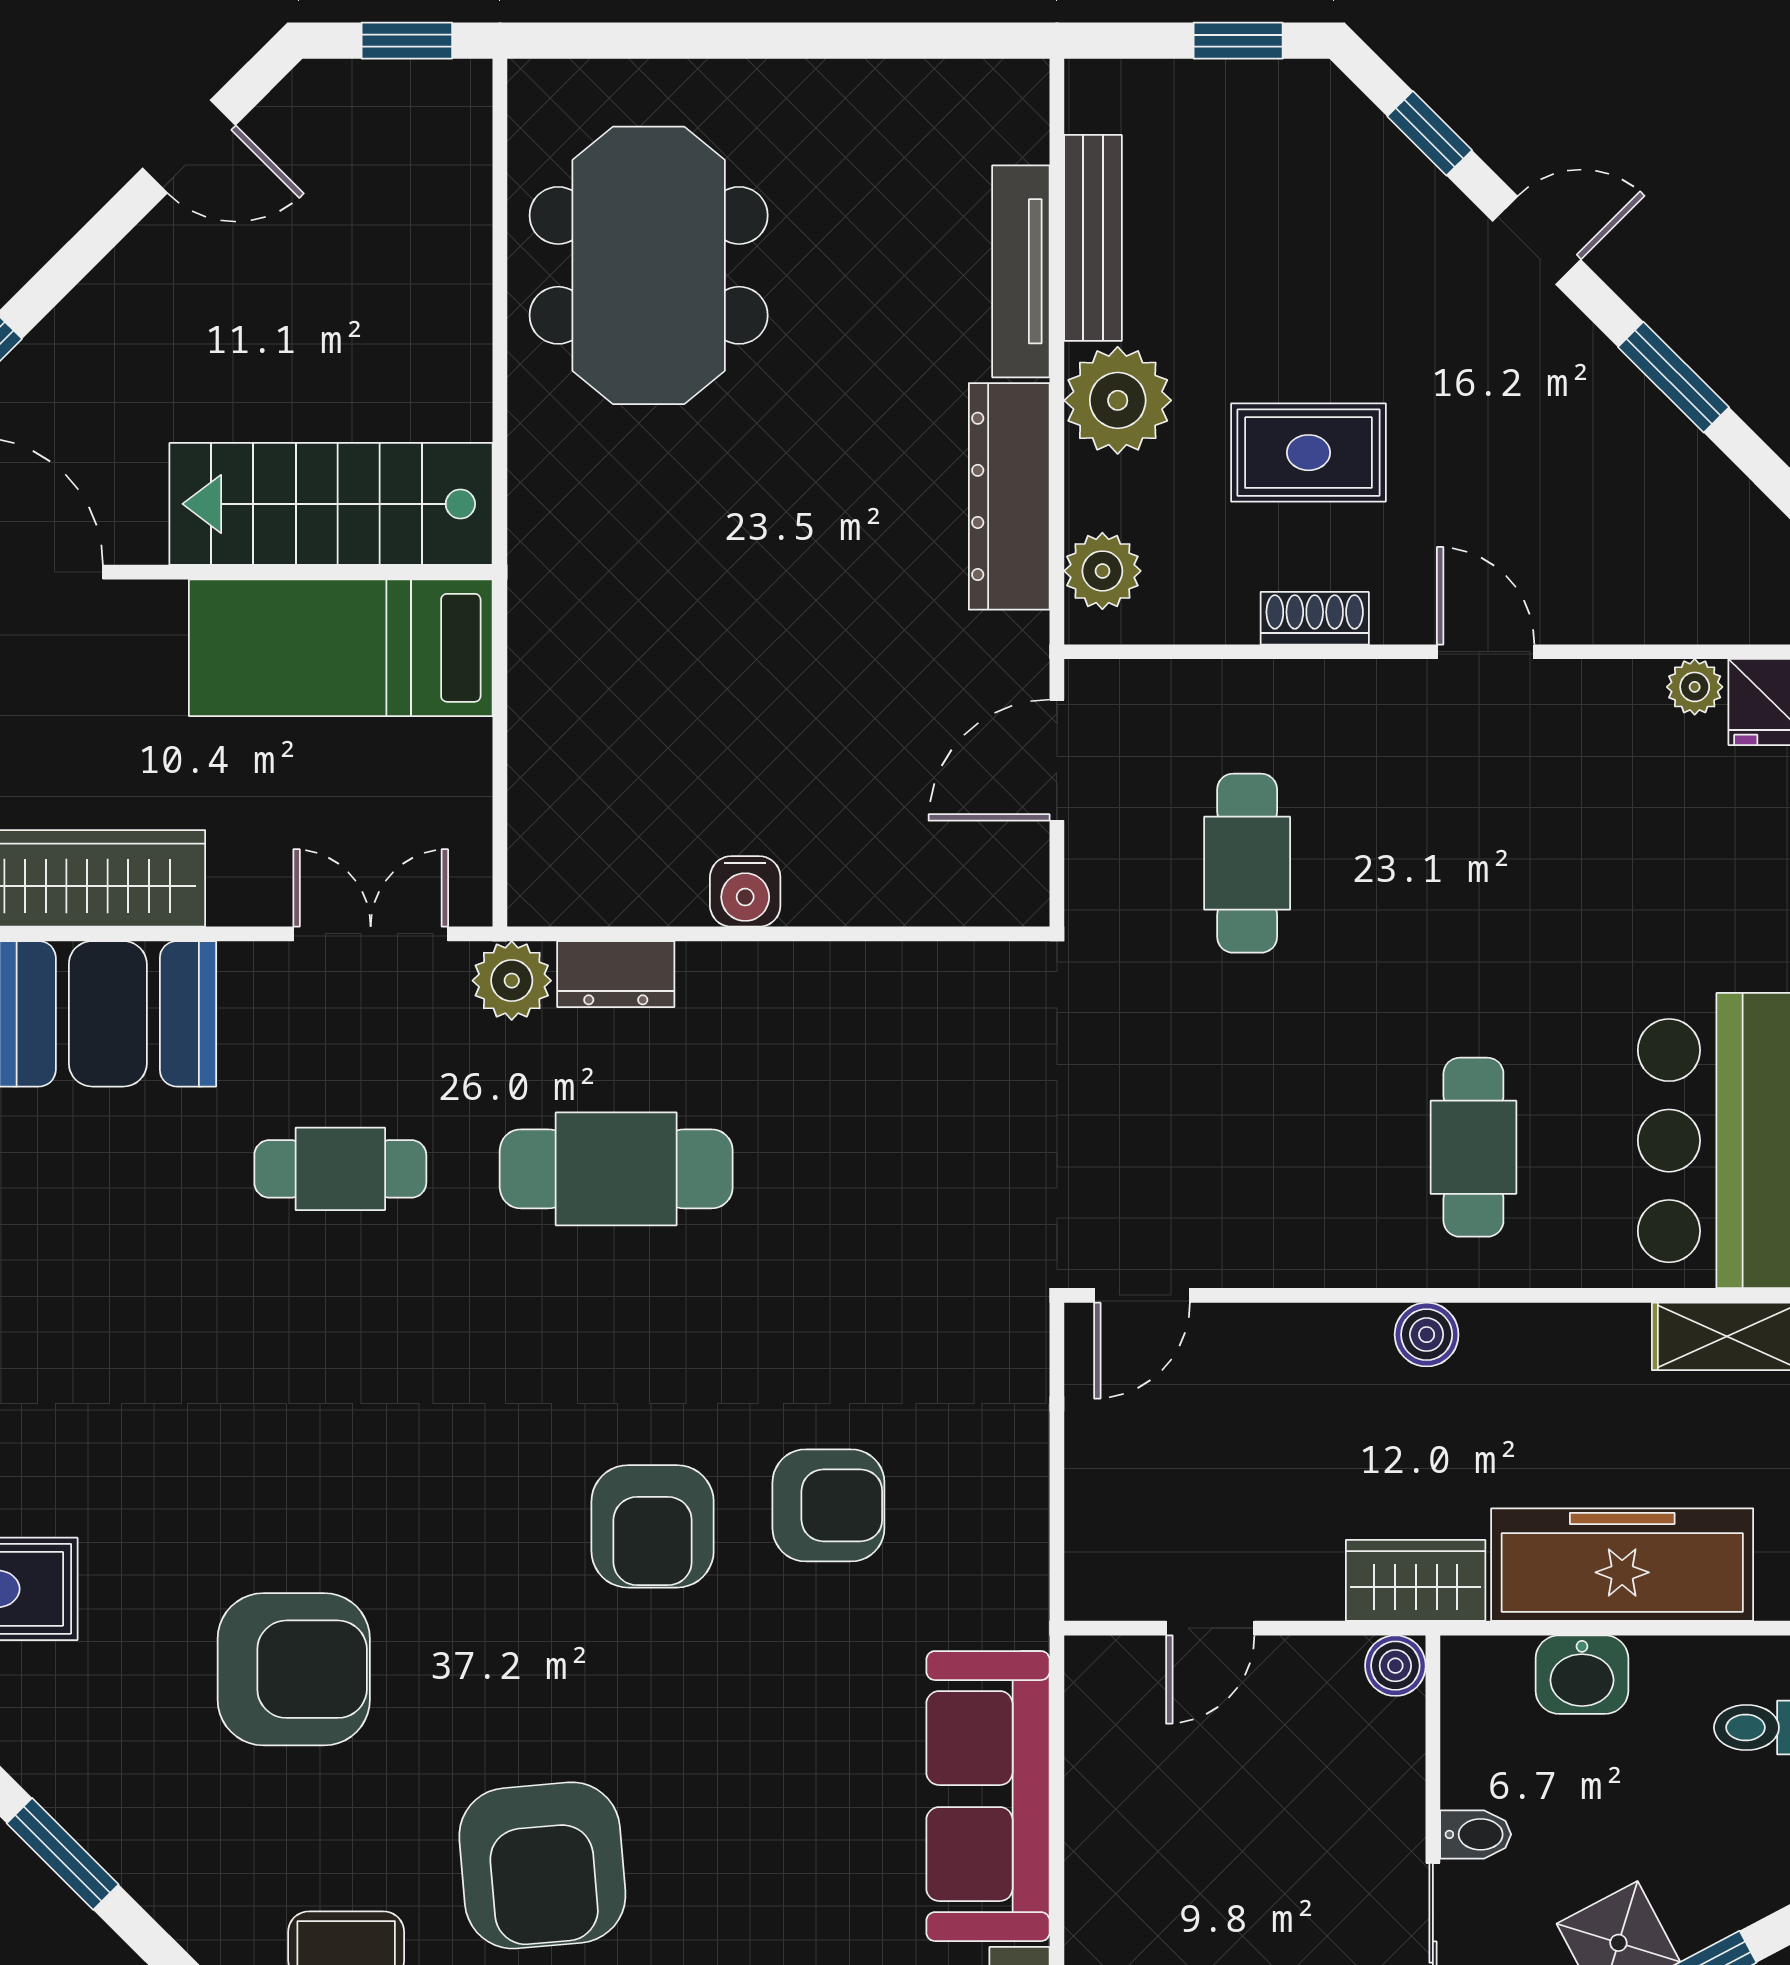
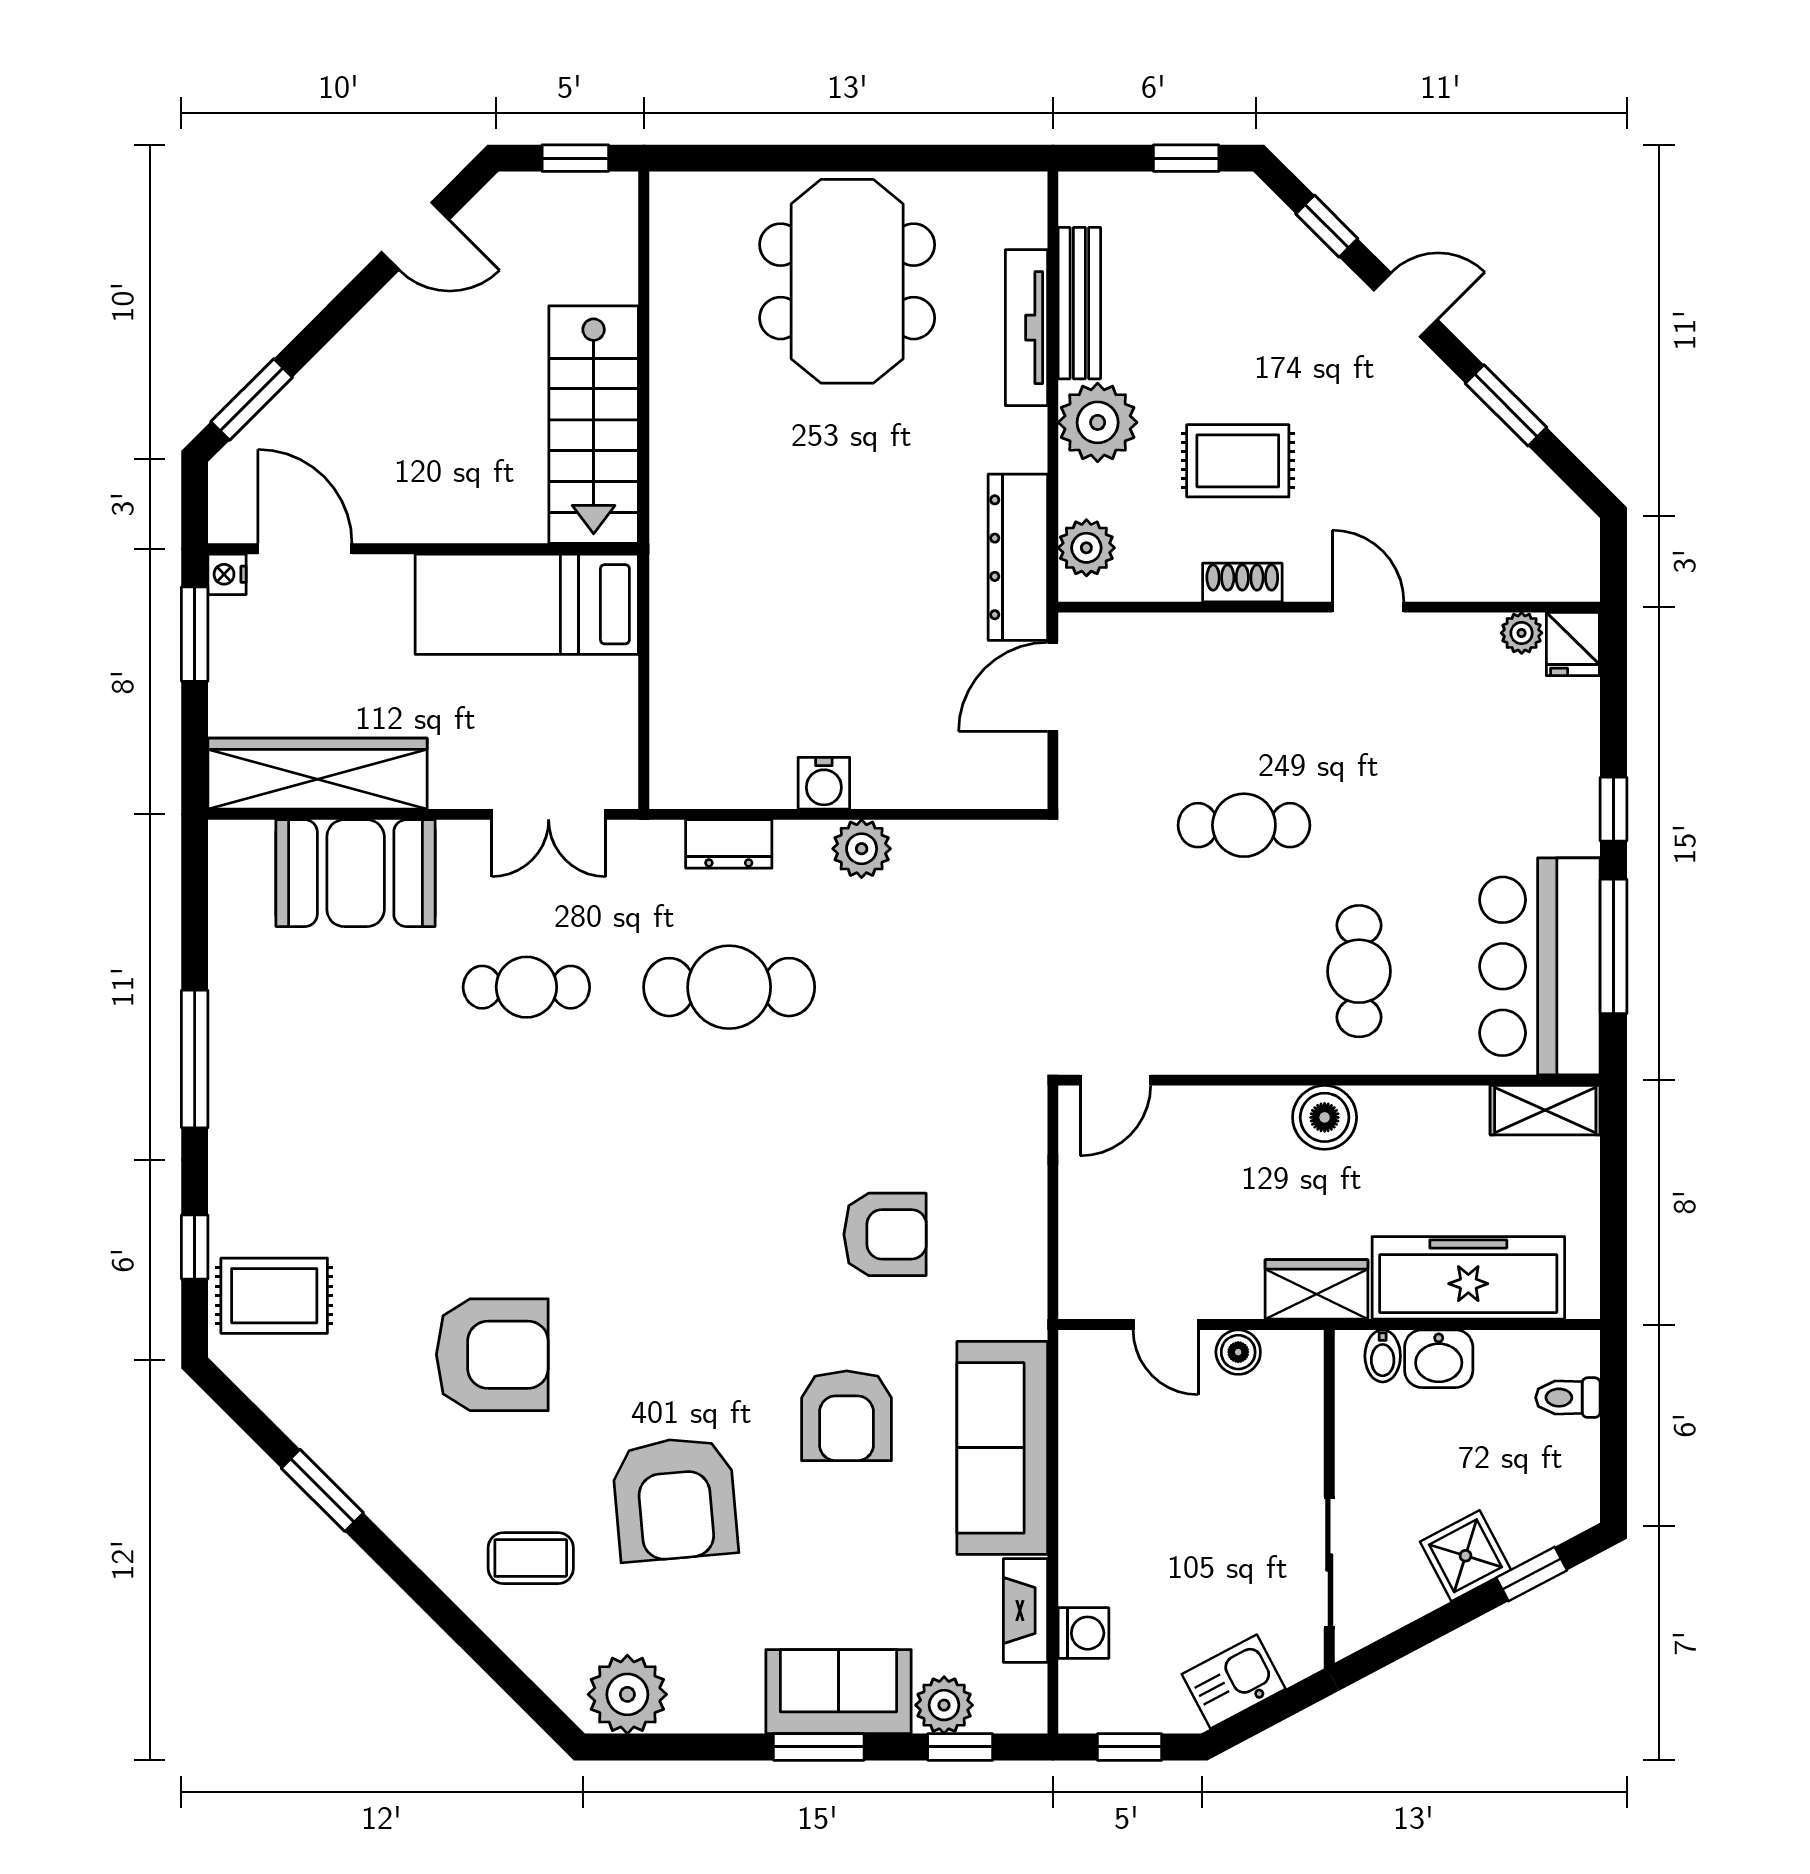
meeting table: (649, 265) -> (847, 281), moved
dresser: (1009, 496) -> (1018, 557), moved
stairs: (331, 504) -> (594, 425), moved, turned -90
cafe table: (1247, 863) -> (1244, 825), moved, turned 90
double door: (371, 934) -> (549, 814), swing flipped
plant: (512, 981) -> (862, 849), moved
boiler: (1427, 1335) -> (1325, 1117), width x1.36, depth x1.36
armchair: (653, 1526) -> (847, 1416), moved
door: (1210, 1628) -> (1166, 1325), hinge flipped
boiler: (1395, 1666) -> (1238, 1352), moved
bidet: (1476, 1834) -> (1383, 1356), moved, turned 90

